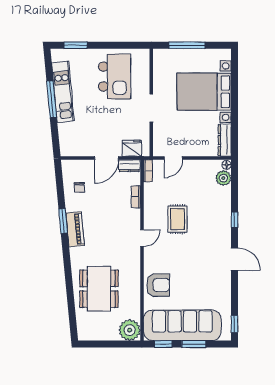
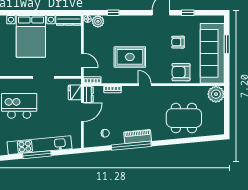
kitchen unit: (63, 92) -> (40, 145), width x1.36
door: (106, 158) -> (82, 112), hinge flipped
rug: (178, 219) -> (130, 57), width x1.36, depth x1.43
window: (234, 220) -> (113, 13), moved
window: (63, 221) -> (131, 146), width x2.11
armchair: (197, 281) -> (178, 42), added
armchair: (158, 285) -> (181, 72), turned -90
window: (234, 324) -> (188, 13), moved
window: (163, 344) -> (227, 68), removed

